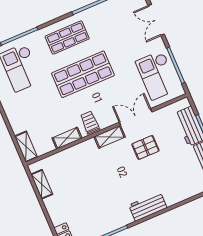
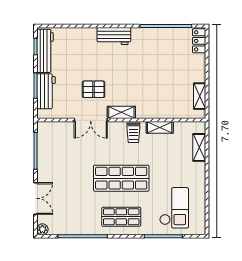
checkout: (157, 75) -> (56, 149), removed
shelving: (26, 147) -> (199, 147), moved

